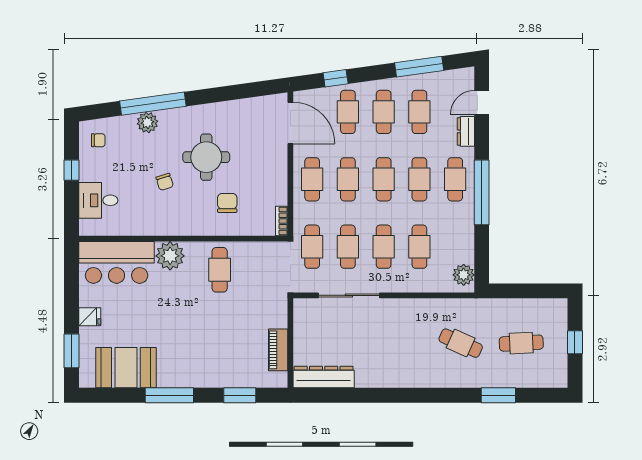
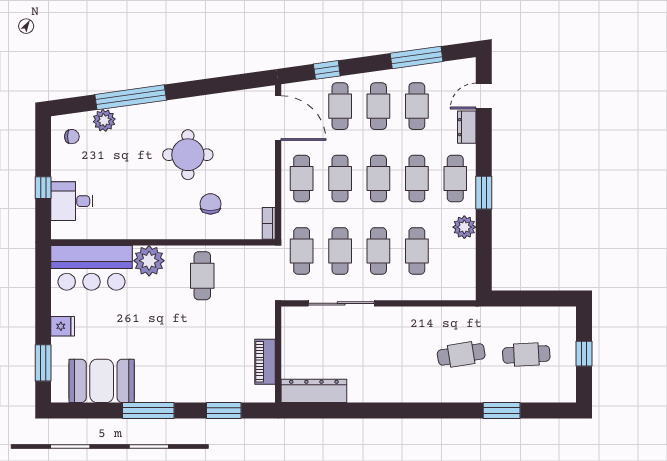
plant: (147, 122) -> (104, 120), moved
window: (71, 170) -> (43, 188), moved
chair: (165, 182) -> (143, 181), removed
window: (482, 192) -> (484, 193), width x0.47
plant: (464, 275) -> (464, 227), moved
cafe table: (461, 343) -> (461, 354), turned -33

